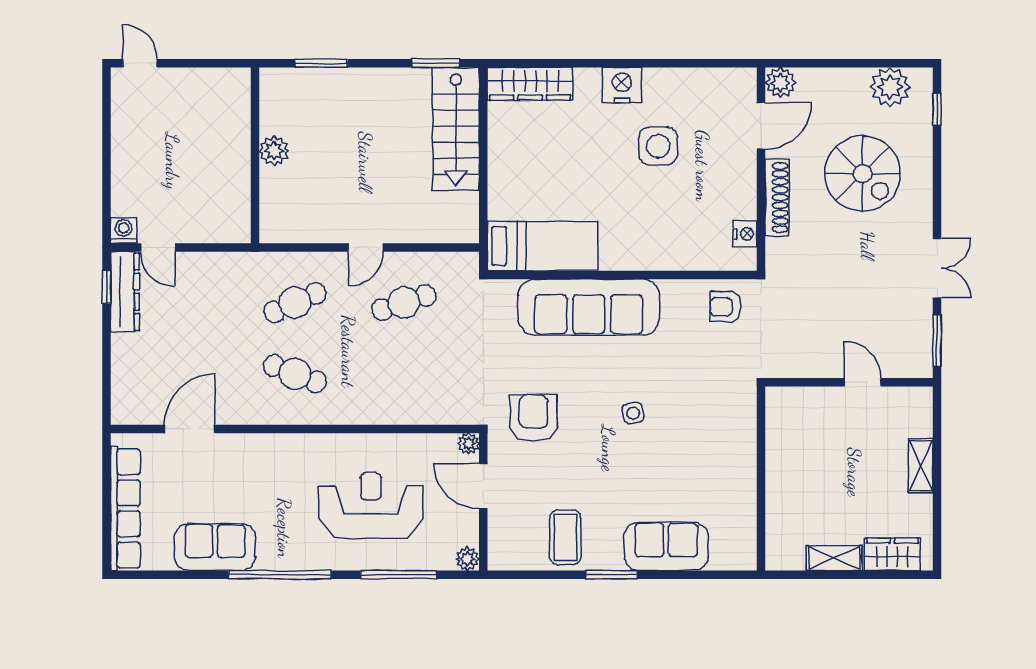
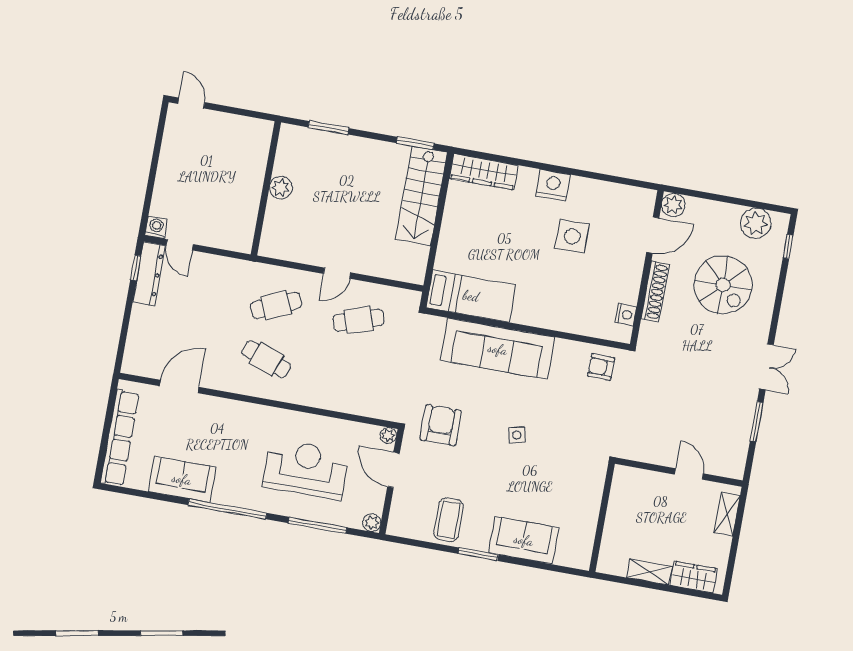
wall: (849, 382) -> (679, 472), moved
door: (863, 382) -> (689, 474), moved

